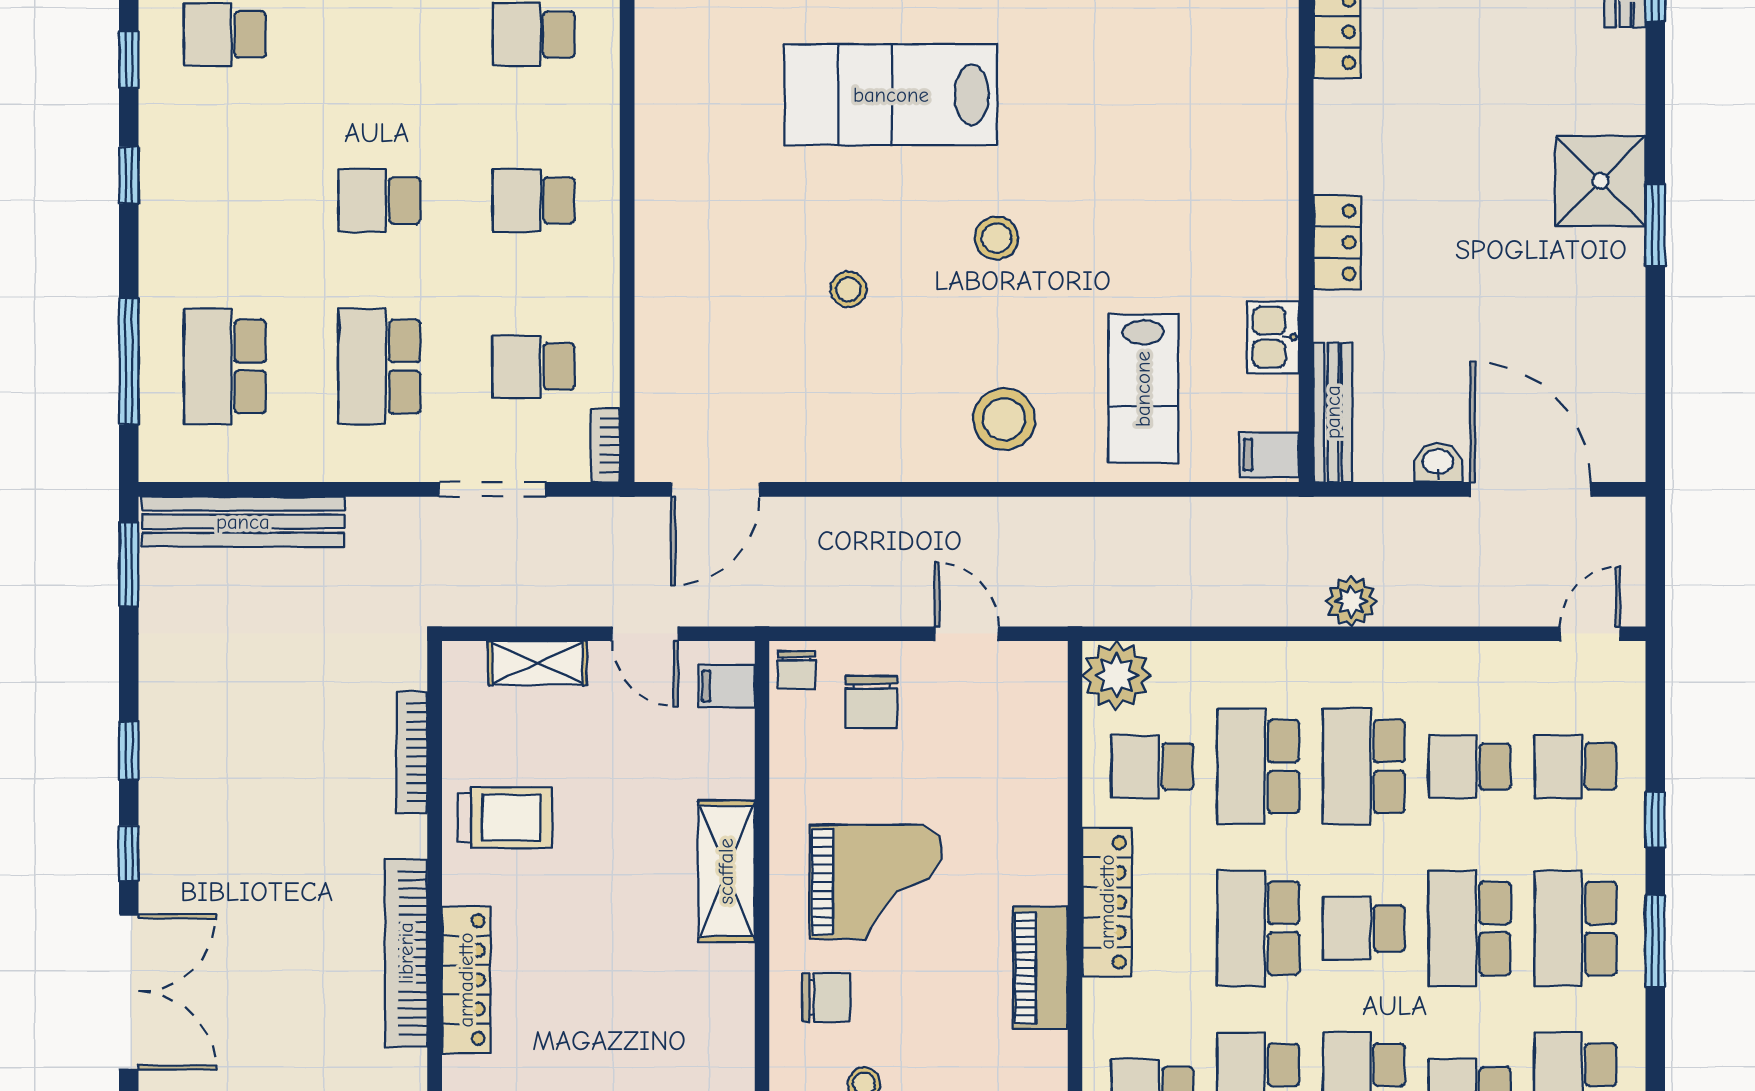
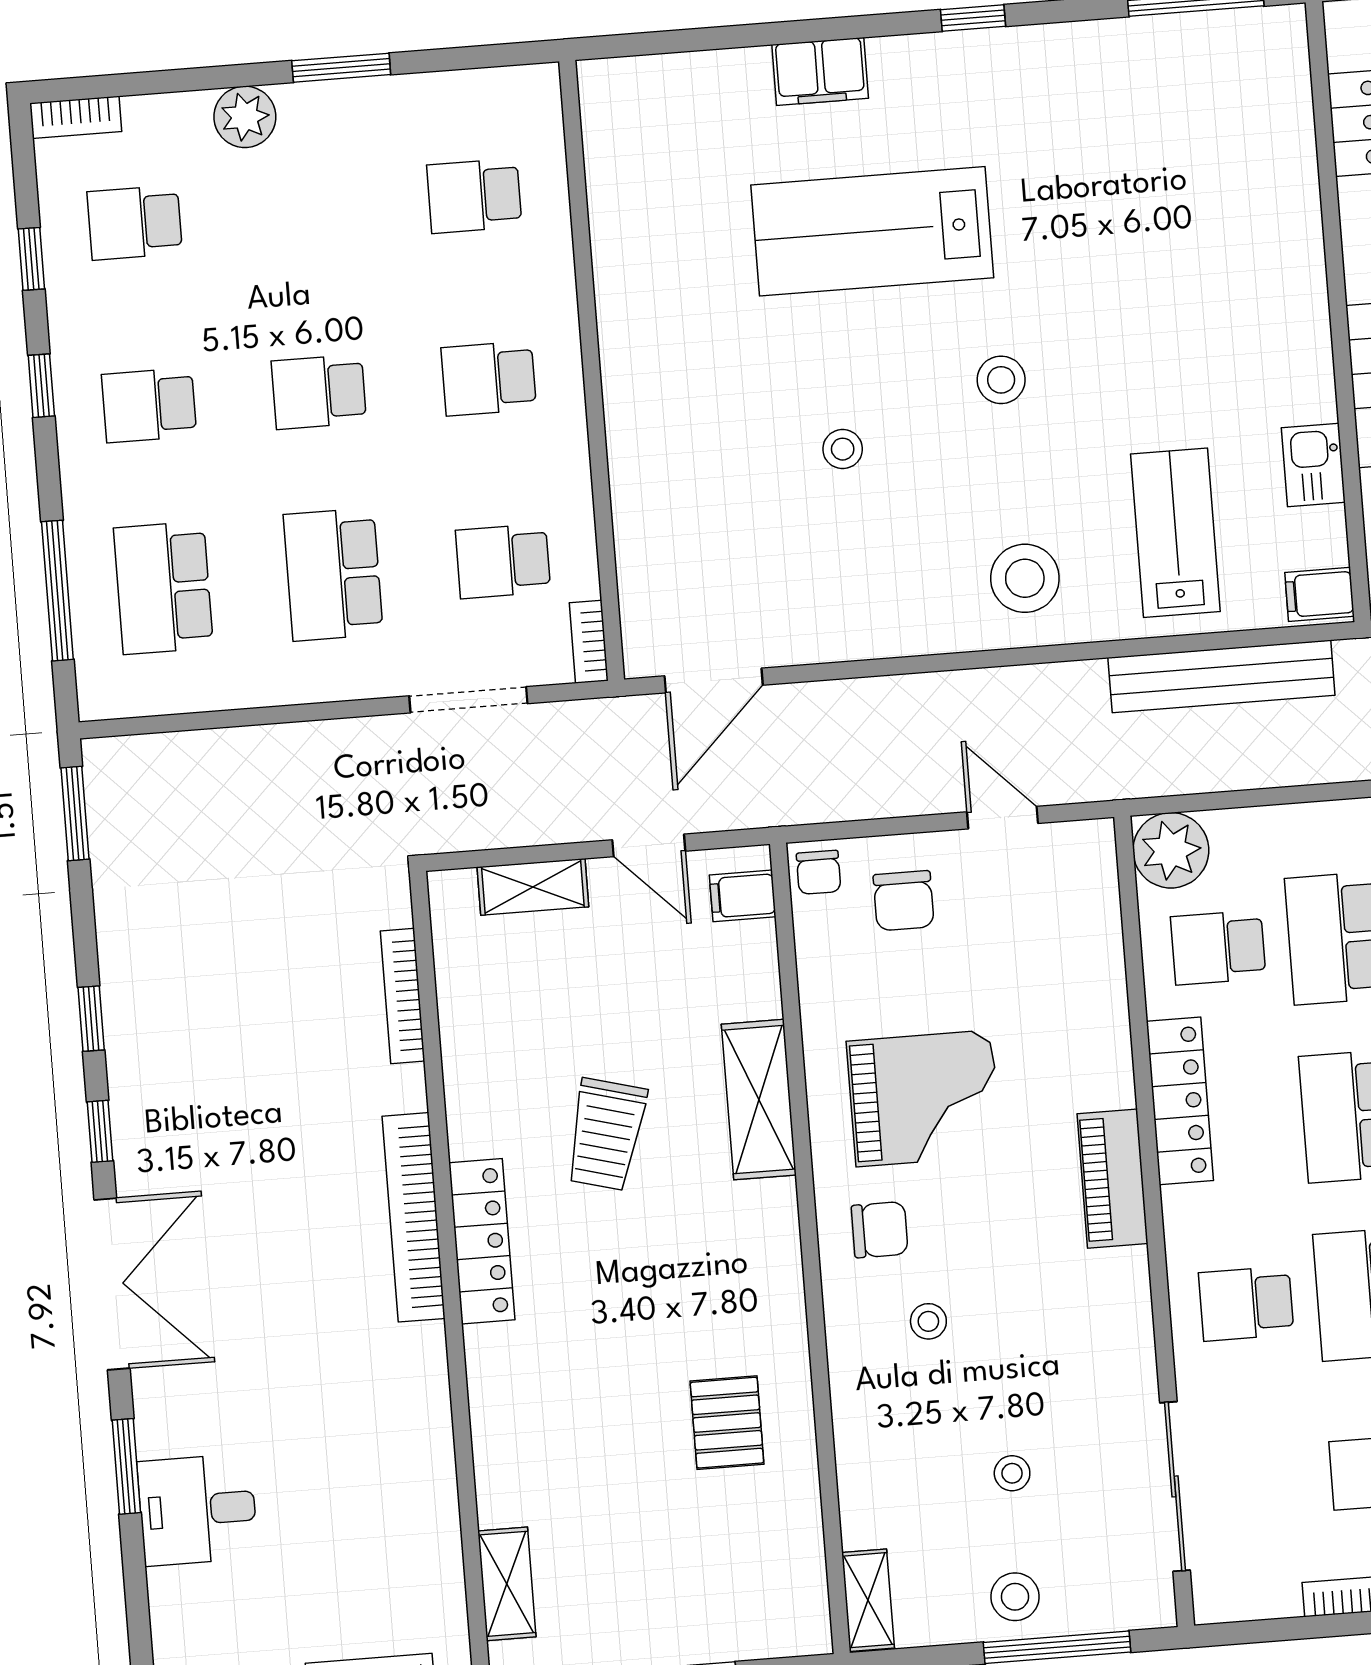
school desk: (225, 200) -> (149, 405), added
lab bench: (1143, 389) -> (1175, 533), turned 180
bench: (243, 522) -> (1221, 676), moved
trolley: (505, 817) -> (606, 1134), moved, turned 105

